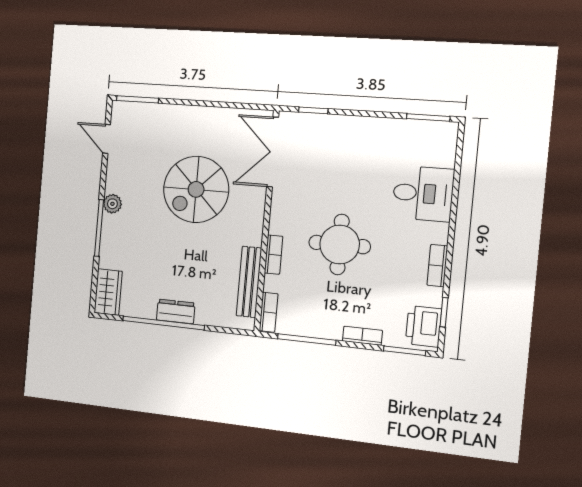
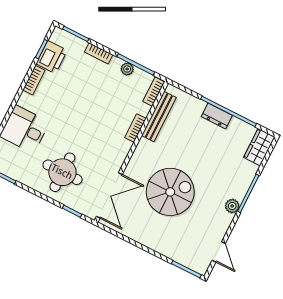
round table: (340, 244) -> (62, 172), moved
printer: (423, 326) -> (52, 57), moved
plant: (316, 329) -> (127, 69), added

